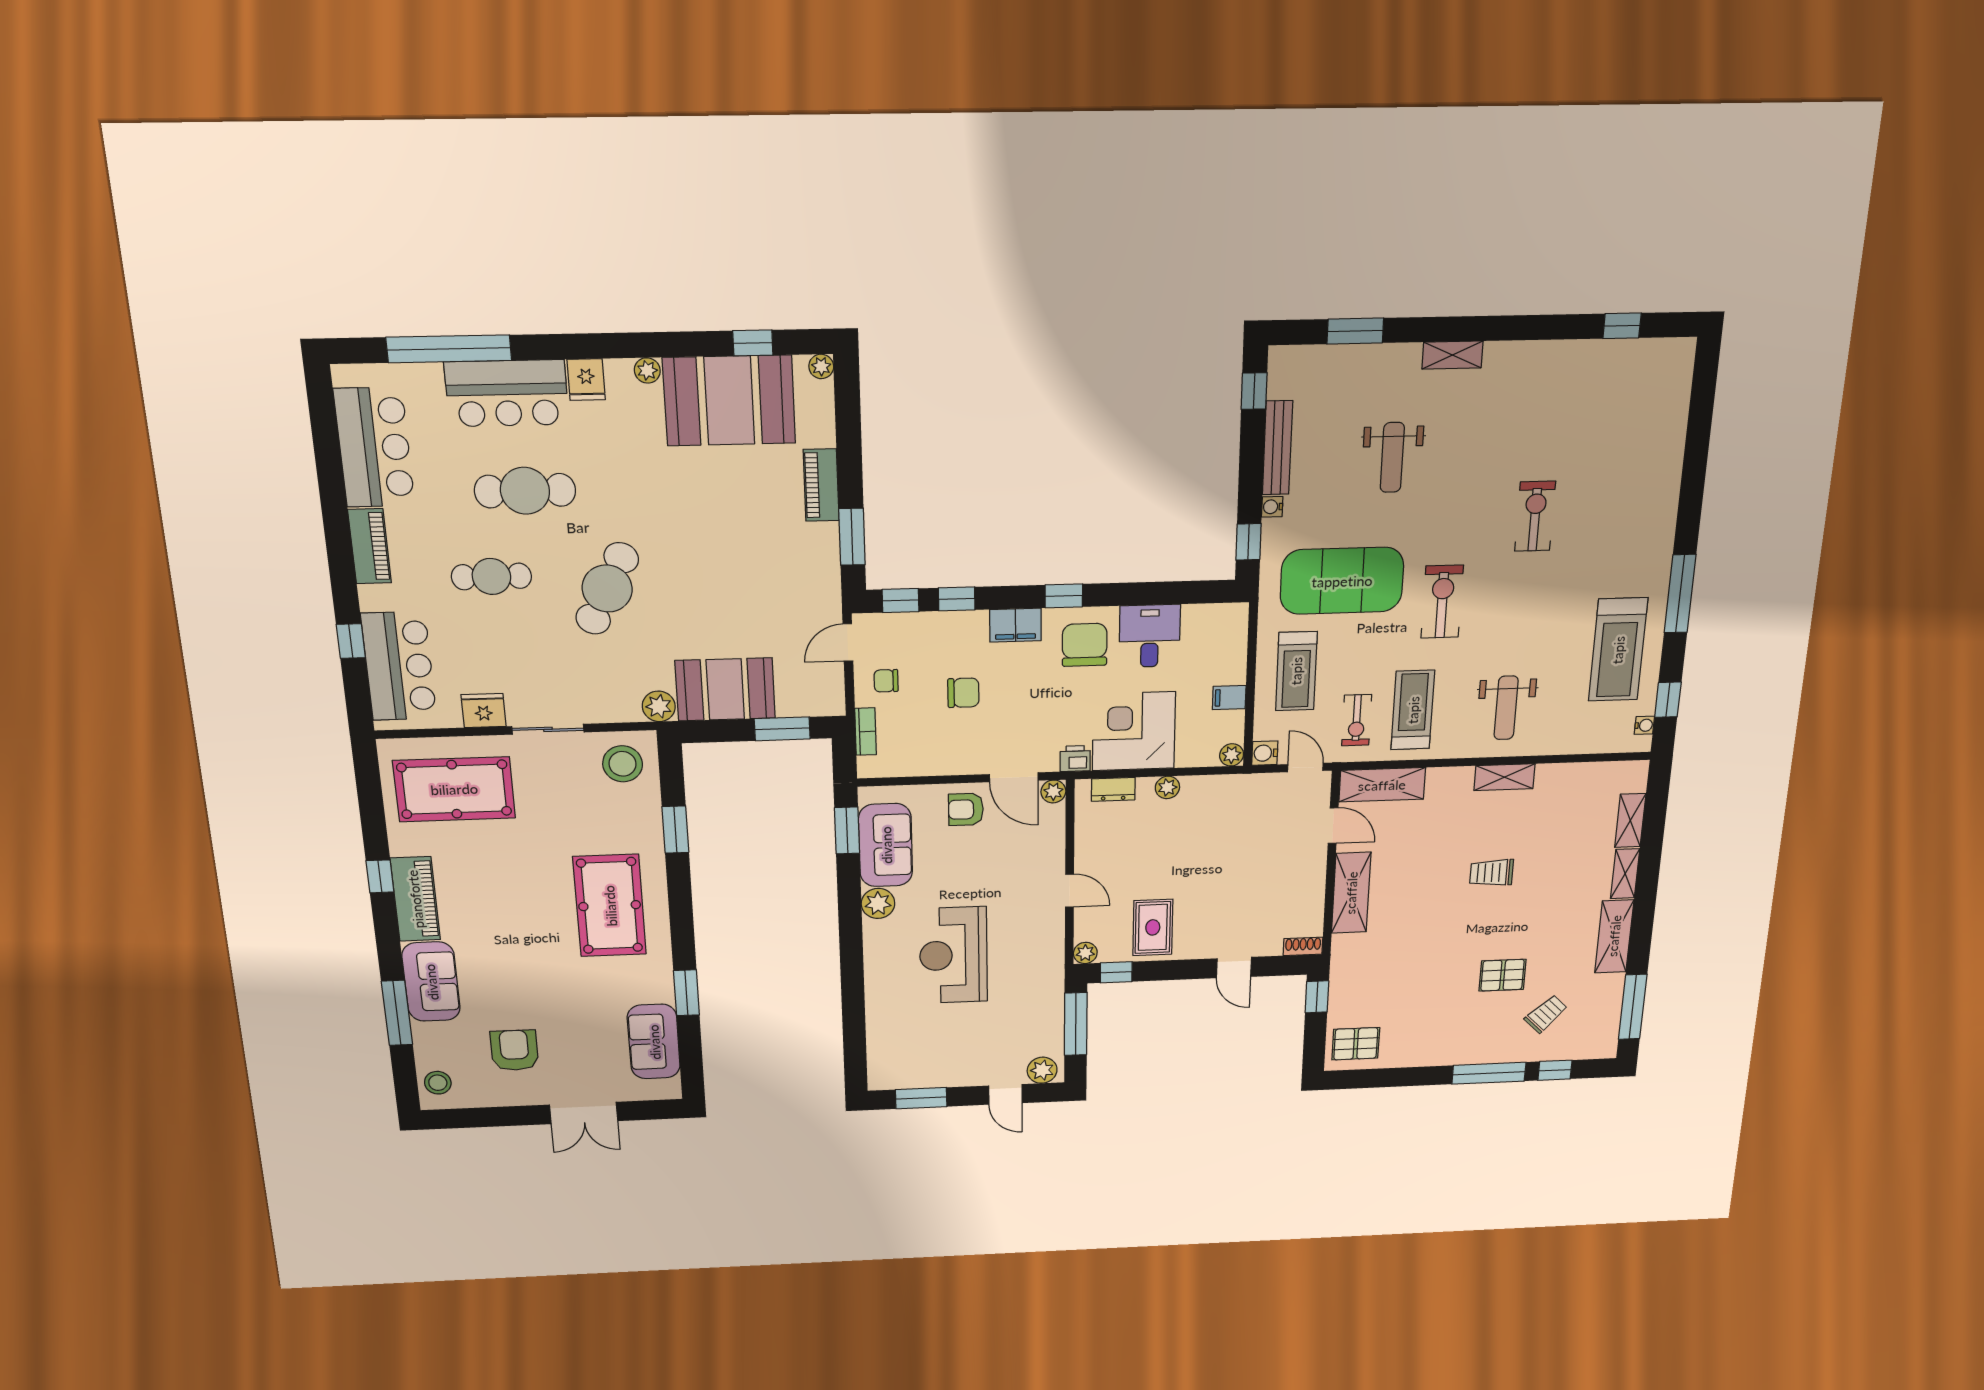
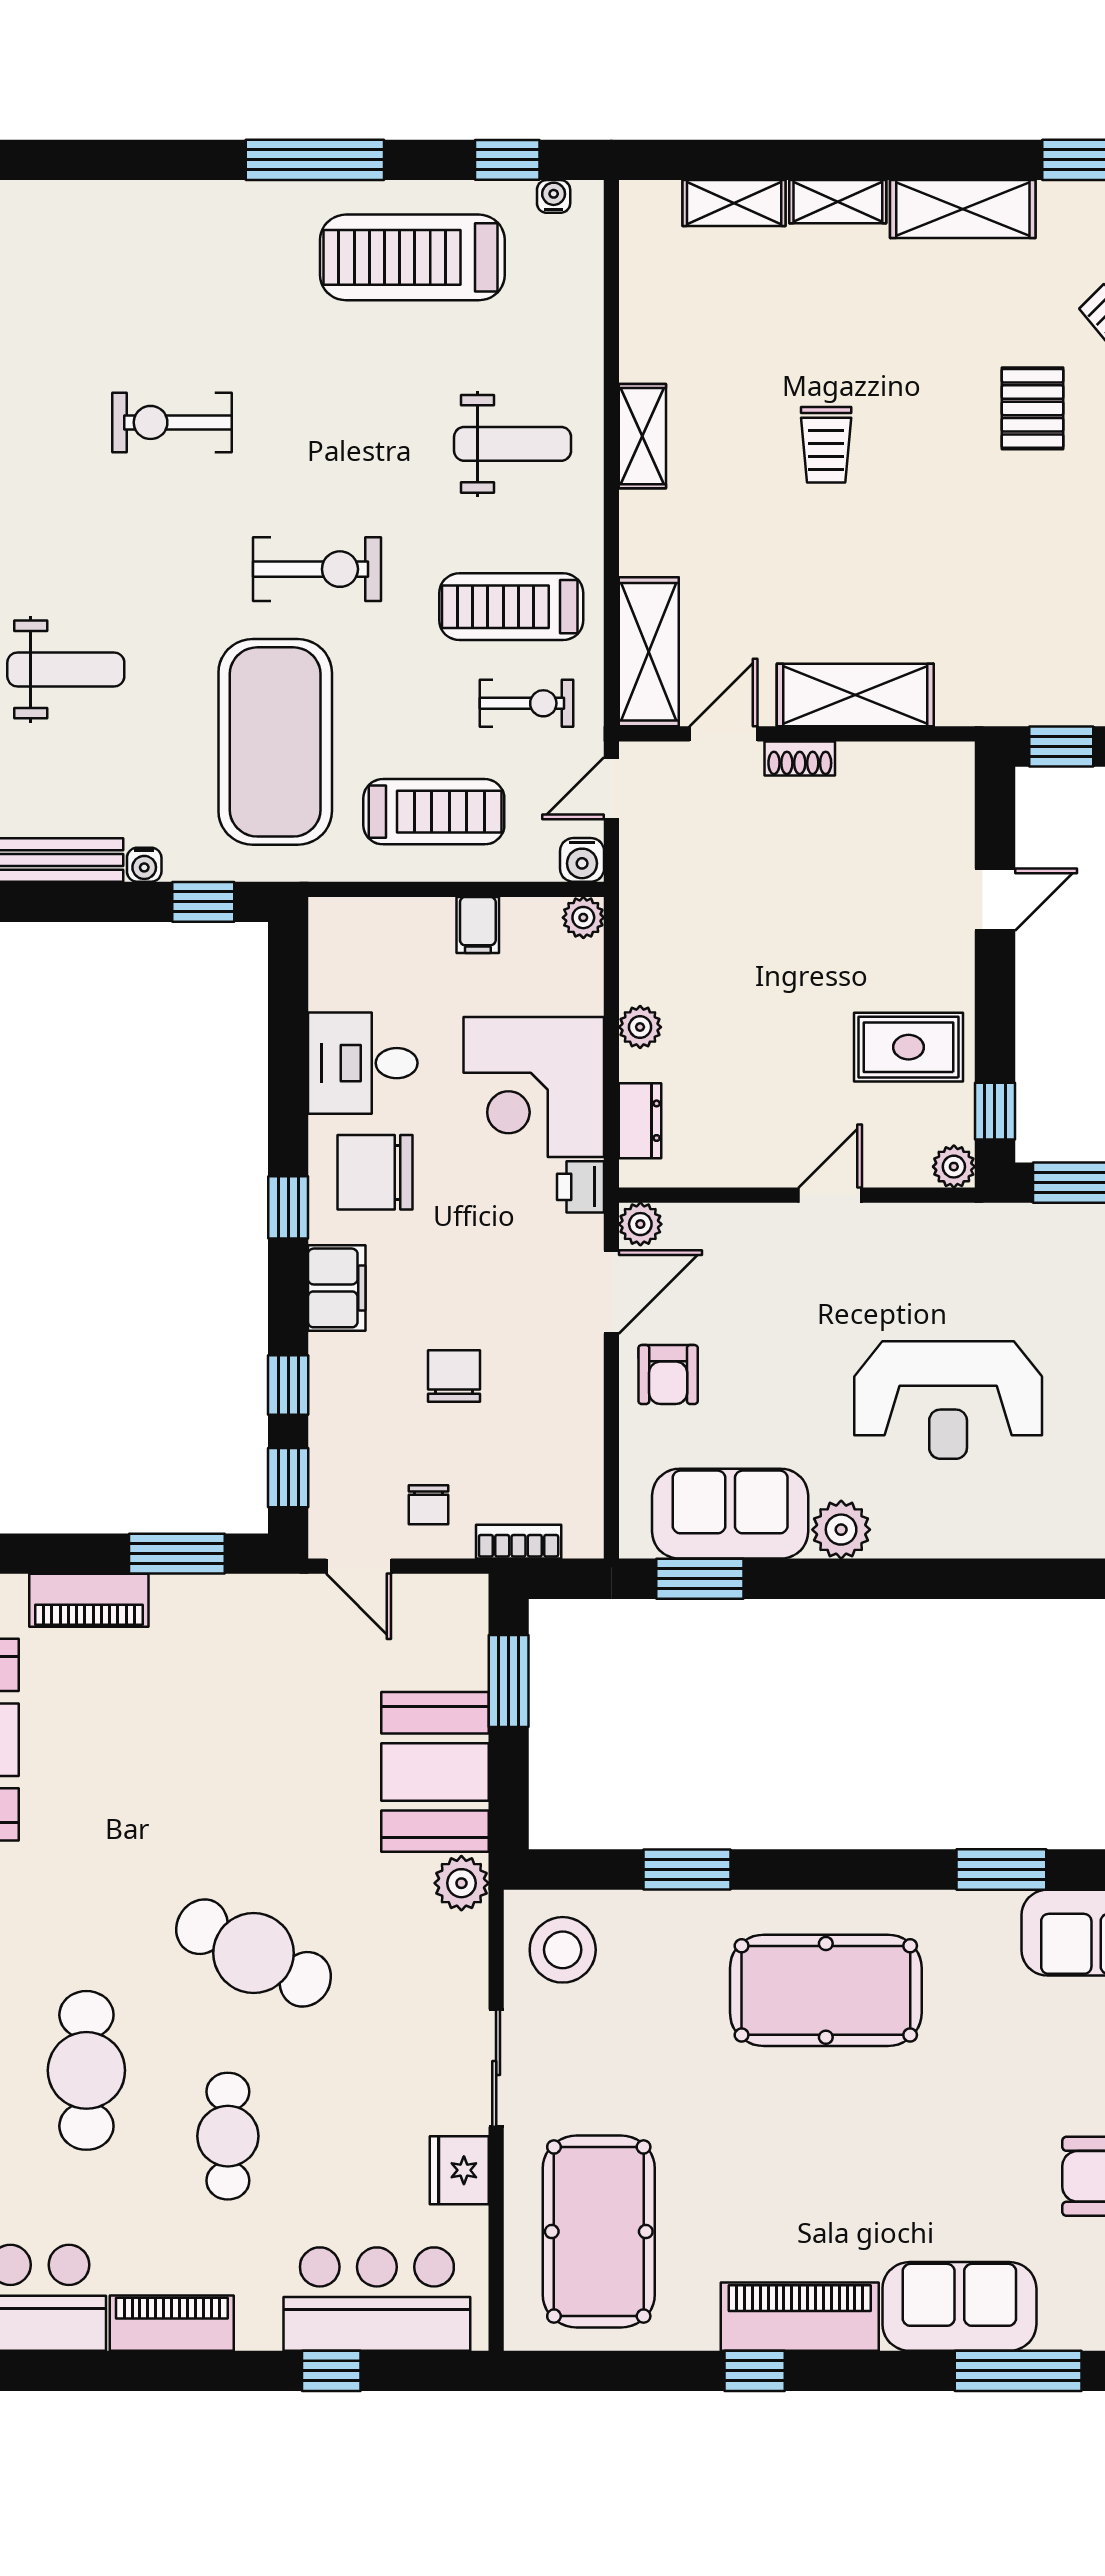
exercise bike: (1442, 602) -> (317, 569), turned 180
treadmill: (1618, 650) -> (412, 257), turned 180
shoe rack: (1303, 946) -> (800, 758), moved, turned -90

